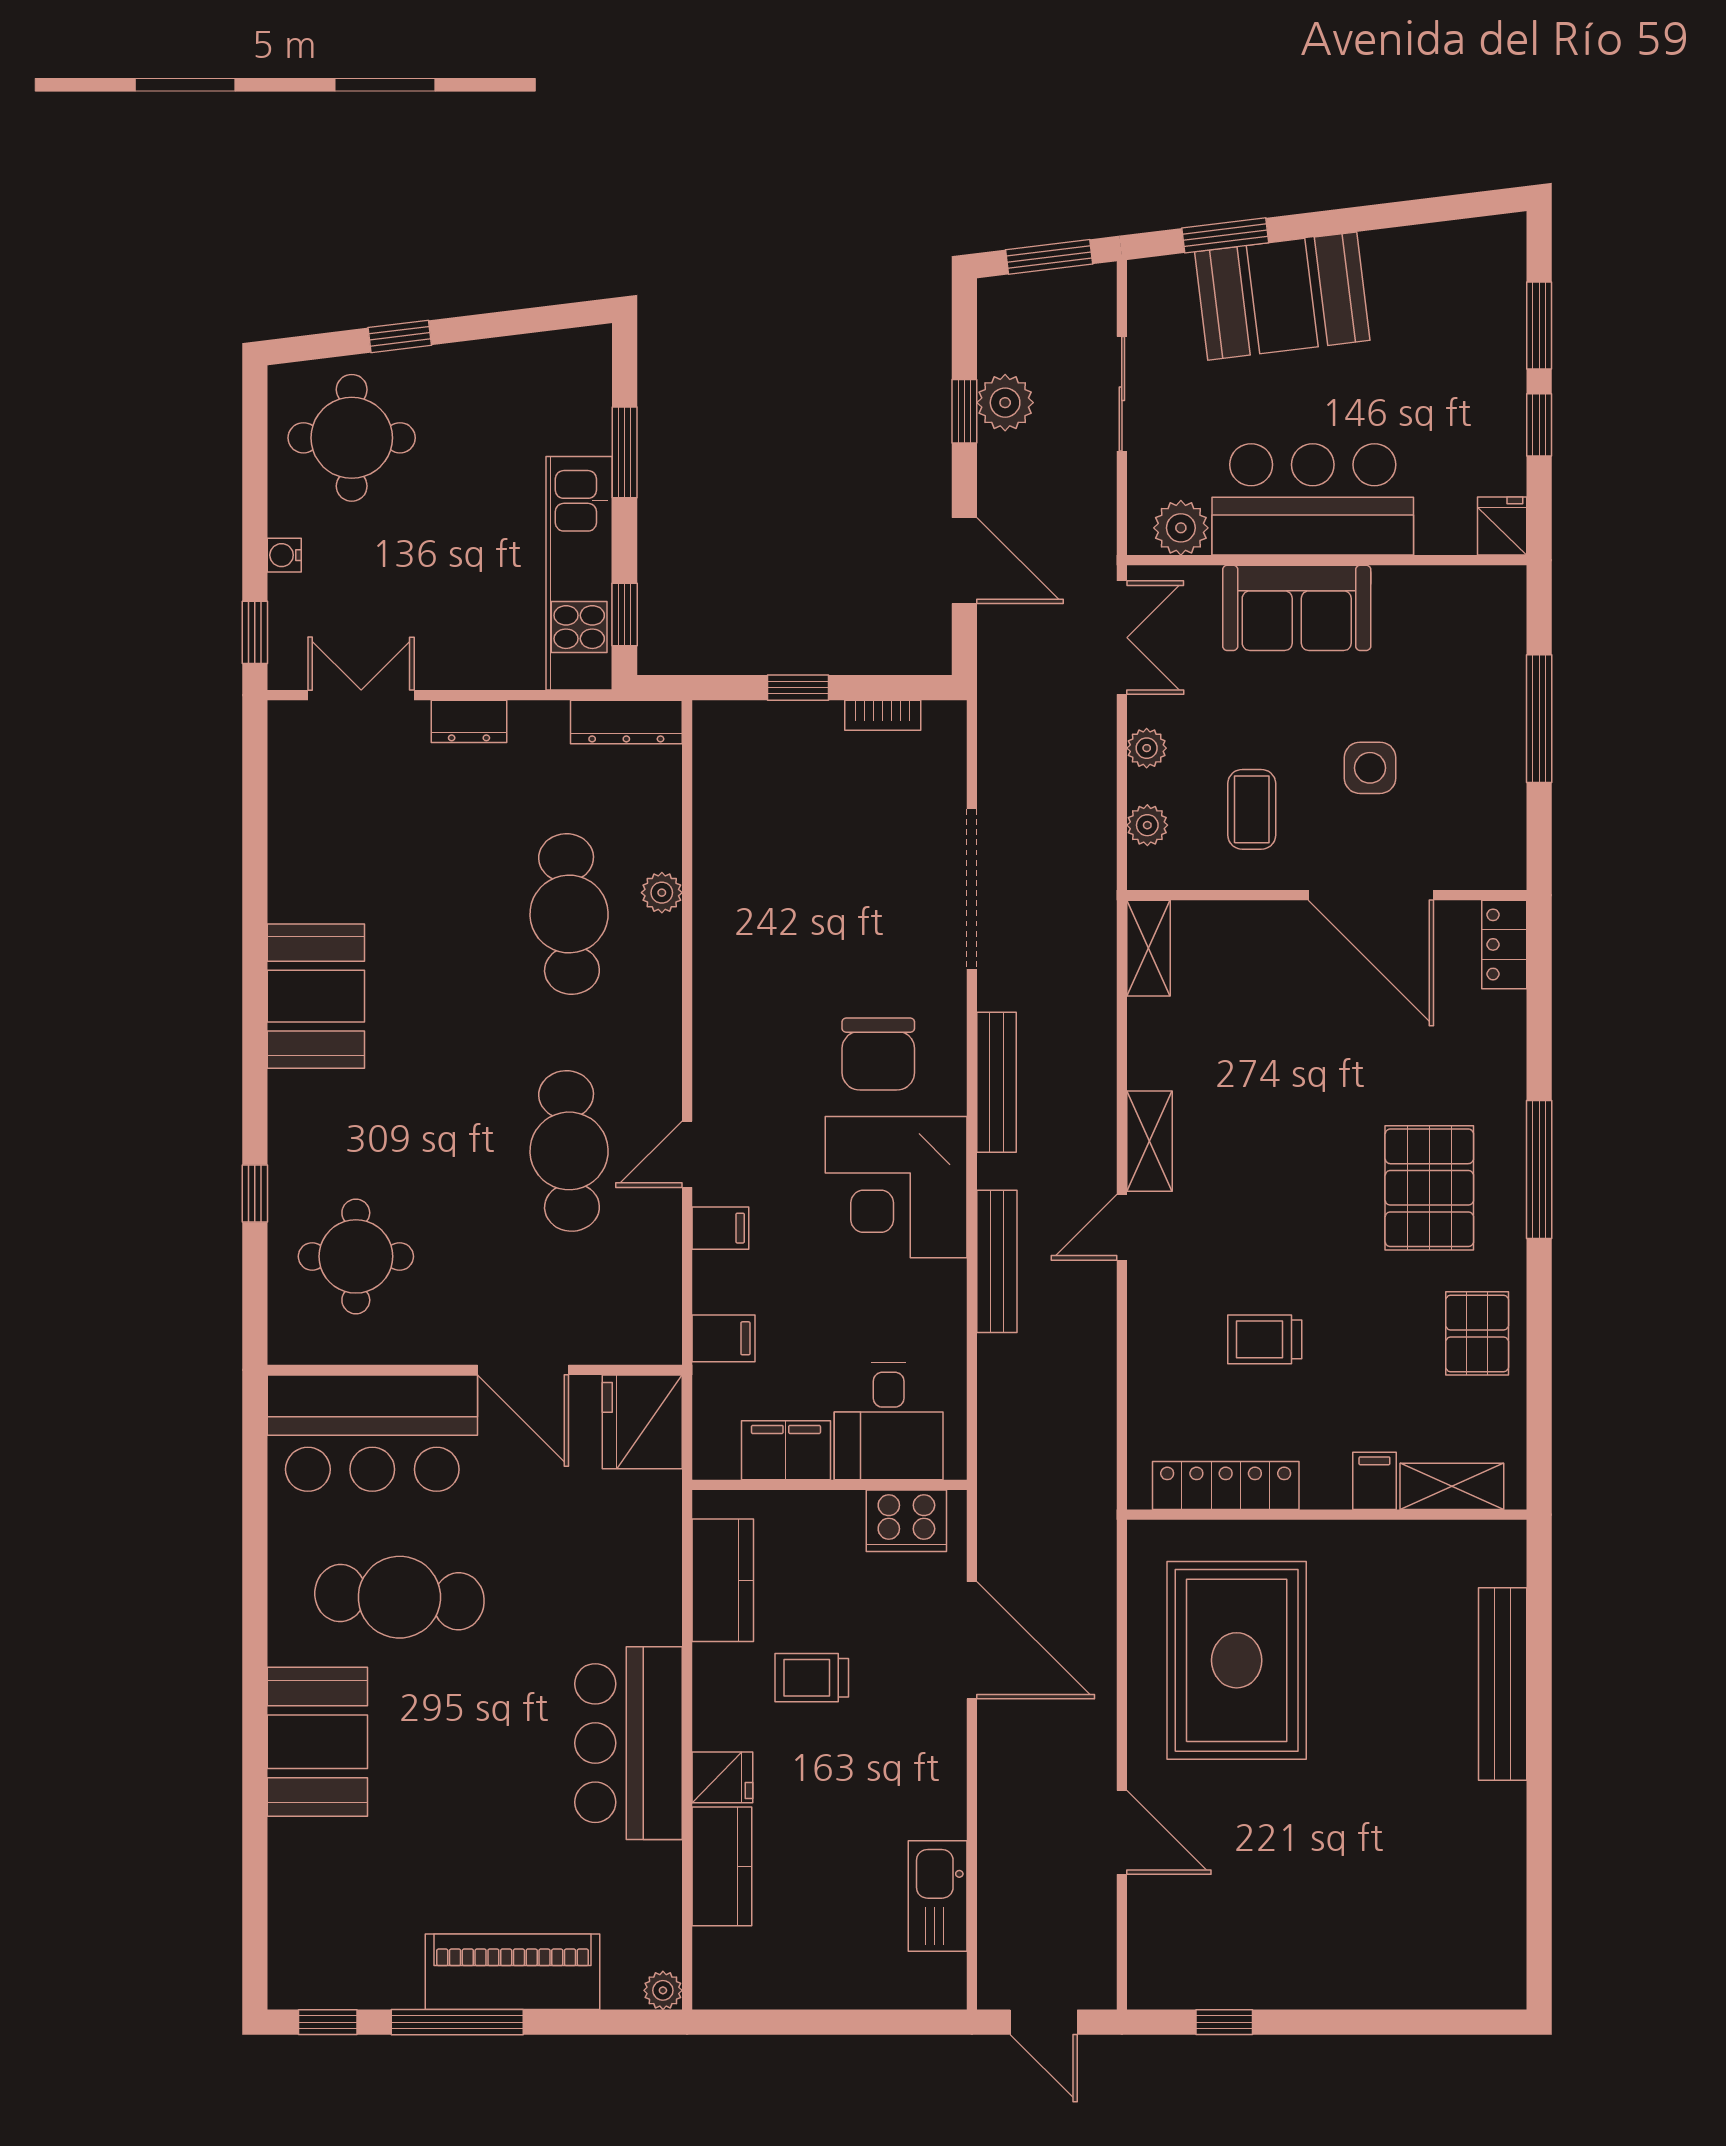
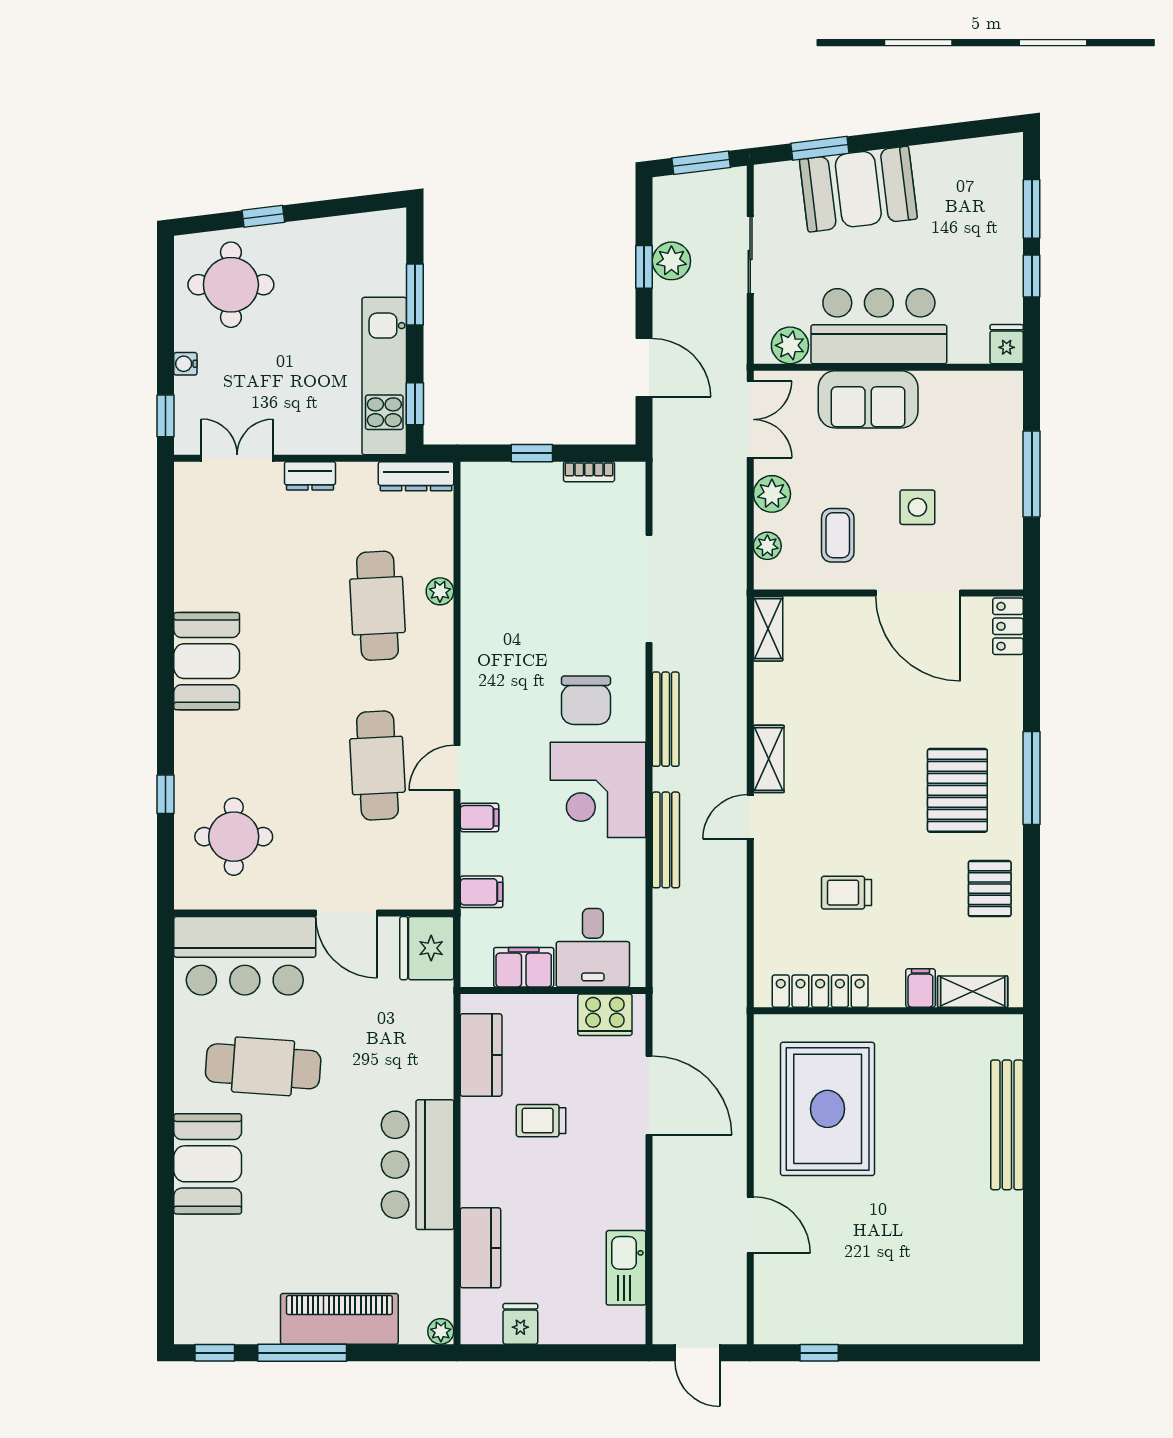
plant: (1147, 748) -> (772, 494), width x1.38, depth x1.38
fridge: (722, 1777) -> (520, 1324), moved, turned -90

